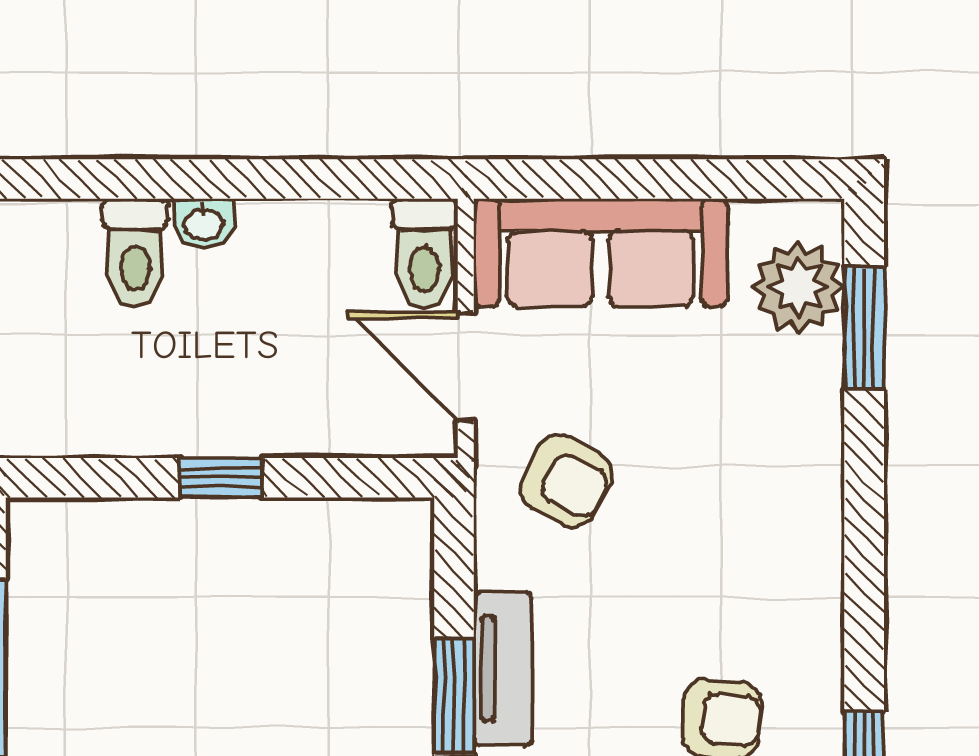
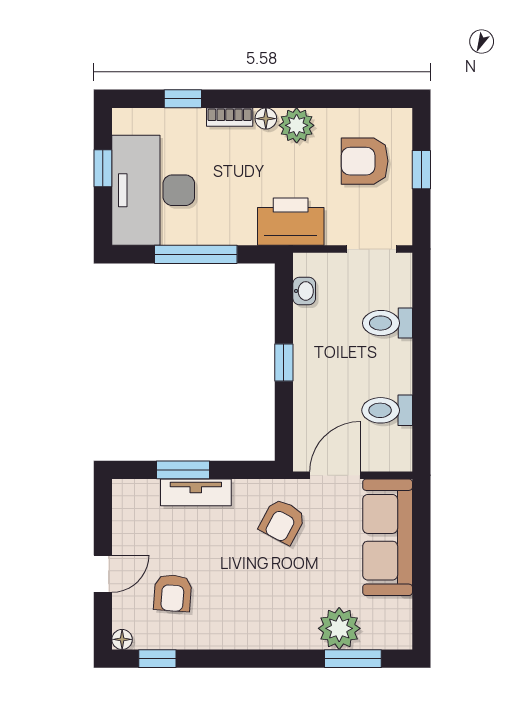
washbasin: (203, 223) -> (304, 291), moved, turned 180
toilet: (425, 253) -> (387, 410), moved
plant: (799, 287) -> (339, 628), moved

